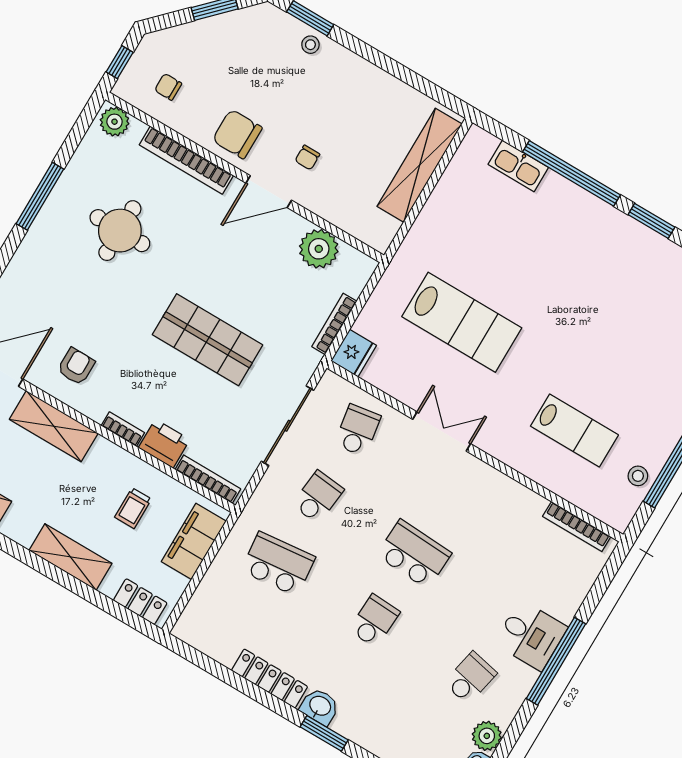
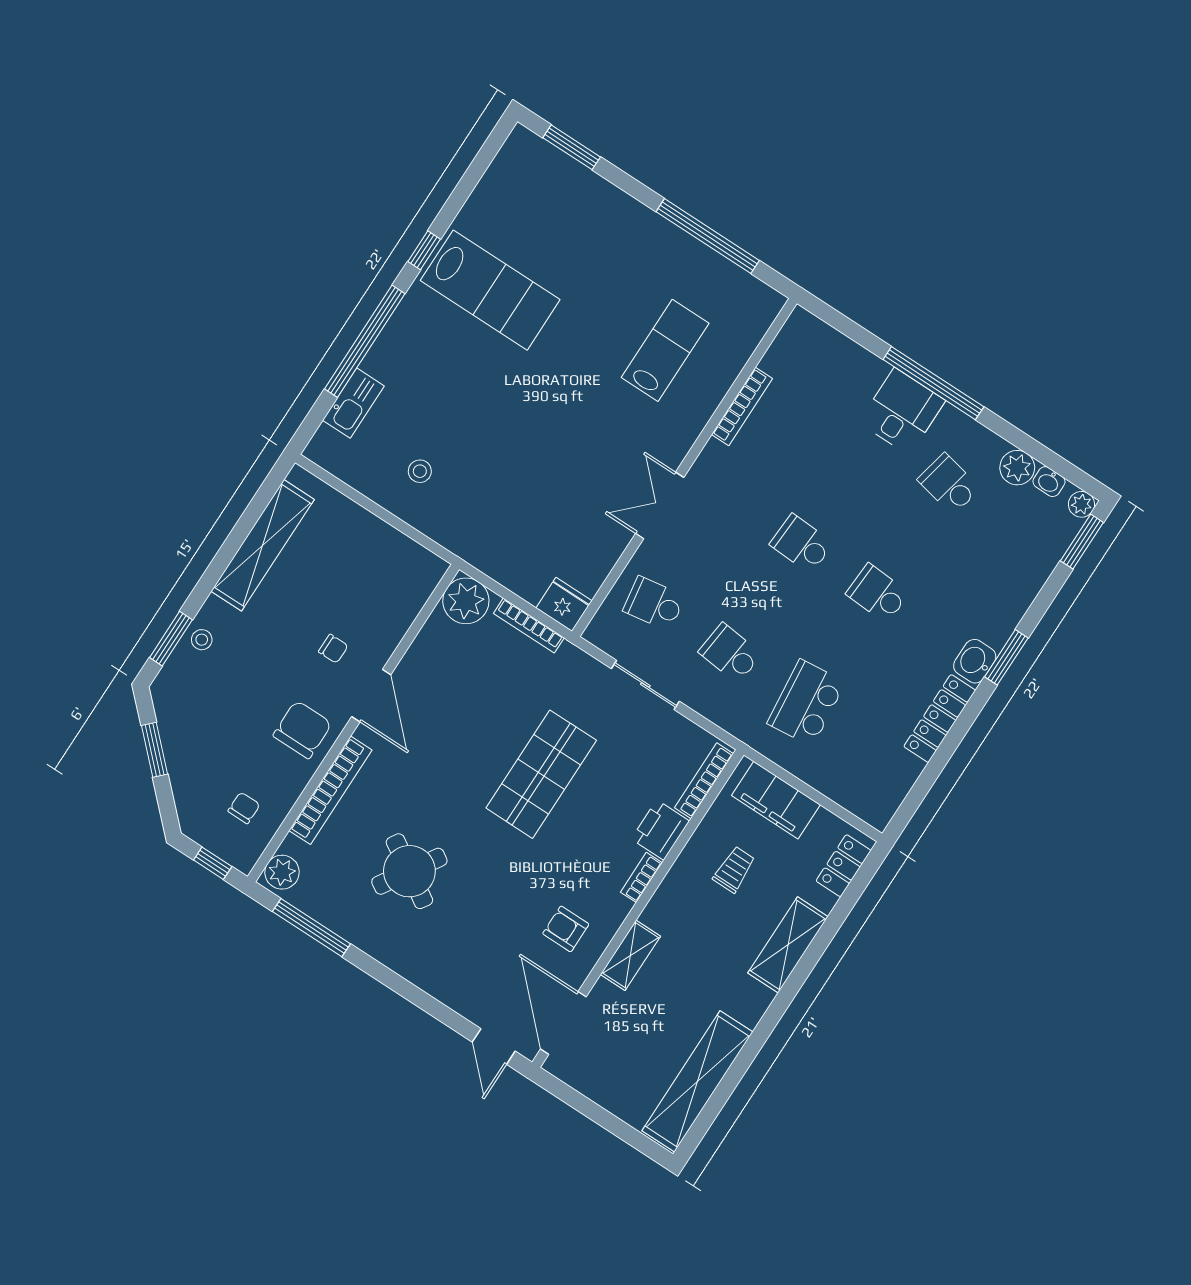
chair: (168, 87) -> (244, 808), turned 180
chair: (237, 134) -> (302, 730), turned 180
shelving: (420, 165) -> (263, 545), moved, turned 90
window: (40, 196) -> (311, 928), moved
window: (651, 221) -> (424, 250), width x0.67
round table: (120, 231) -> (409, 871), turned 32
plant: (319, 249) -> (466, 601), moved
lab bench: (462, 322) -> (490, 290), moved, turned 90
shelving: (54, 426) -> (630, 955), width x0.67, depth x0.75
sliding door: (288, 426) -> (645, 685), width x0.73
stool: (638, 476) -> (420, 471), moved
trolley: (133, 508) -> (734, 869), turned -90
bookcase: (577, 526) -> (742, 406), moved
school desk: (414, 554) -> (801, 544), width x0.54

